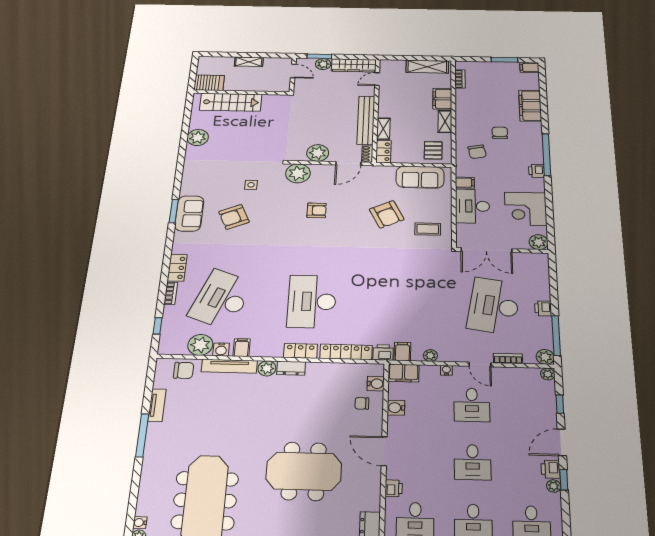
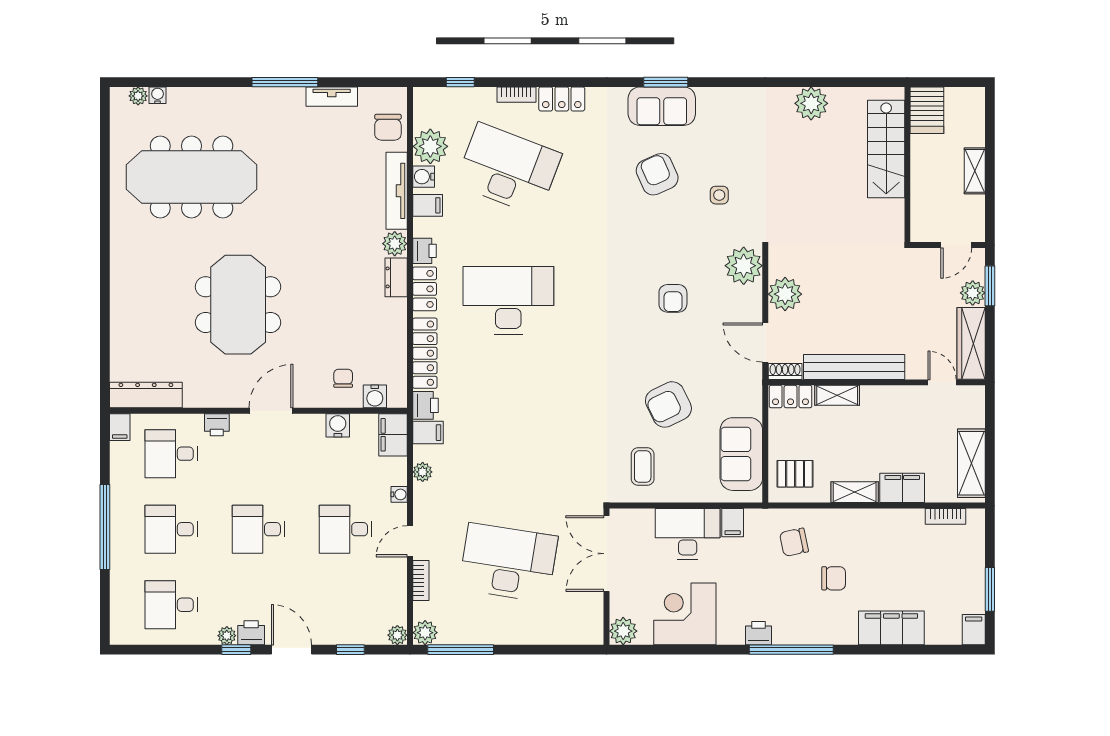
printer: (543, 308) -> (424, 251), moved, turned 90

